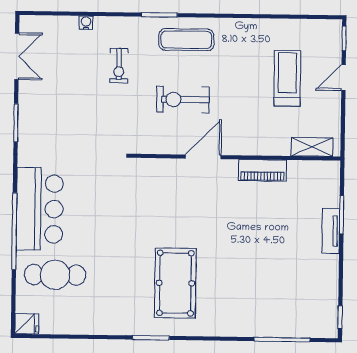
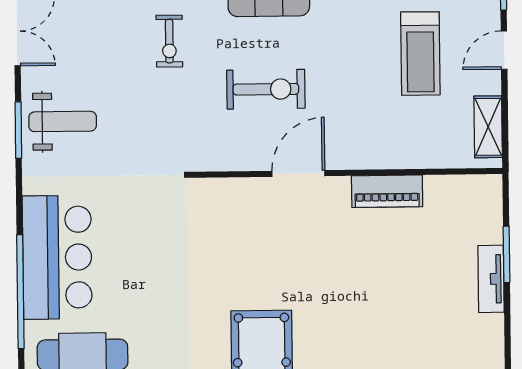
treadmill: (287, 78) -> (420, 54), turned 180
exercise bike: (183, 100) -> (266, 89), turned 180
weight bench: (46, 118) -> (63, 121), added
shelving: (312, 147) -> (488, 127), moved, turned 90

